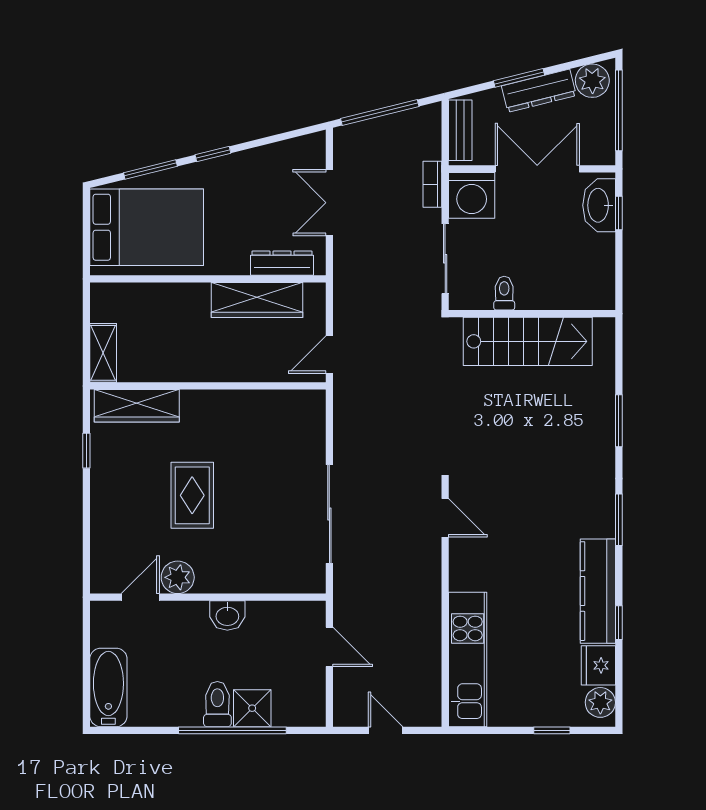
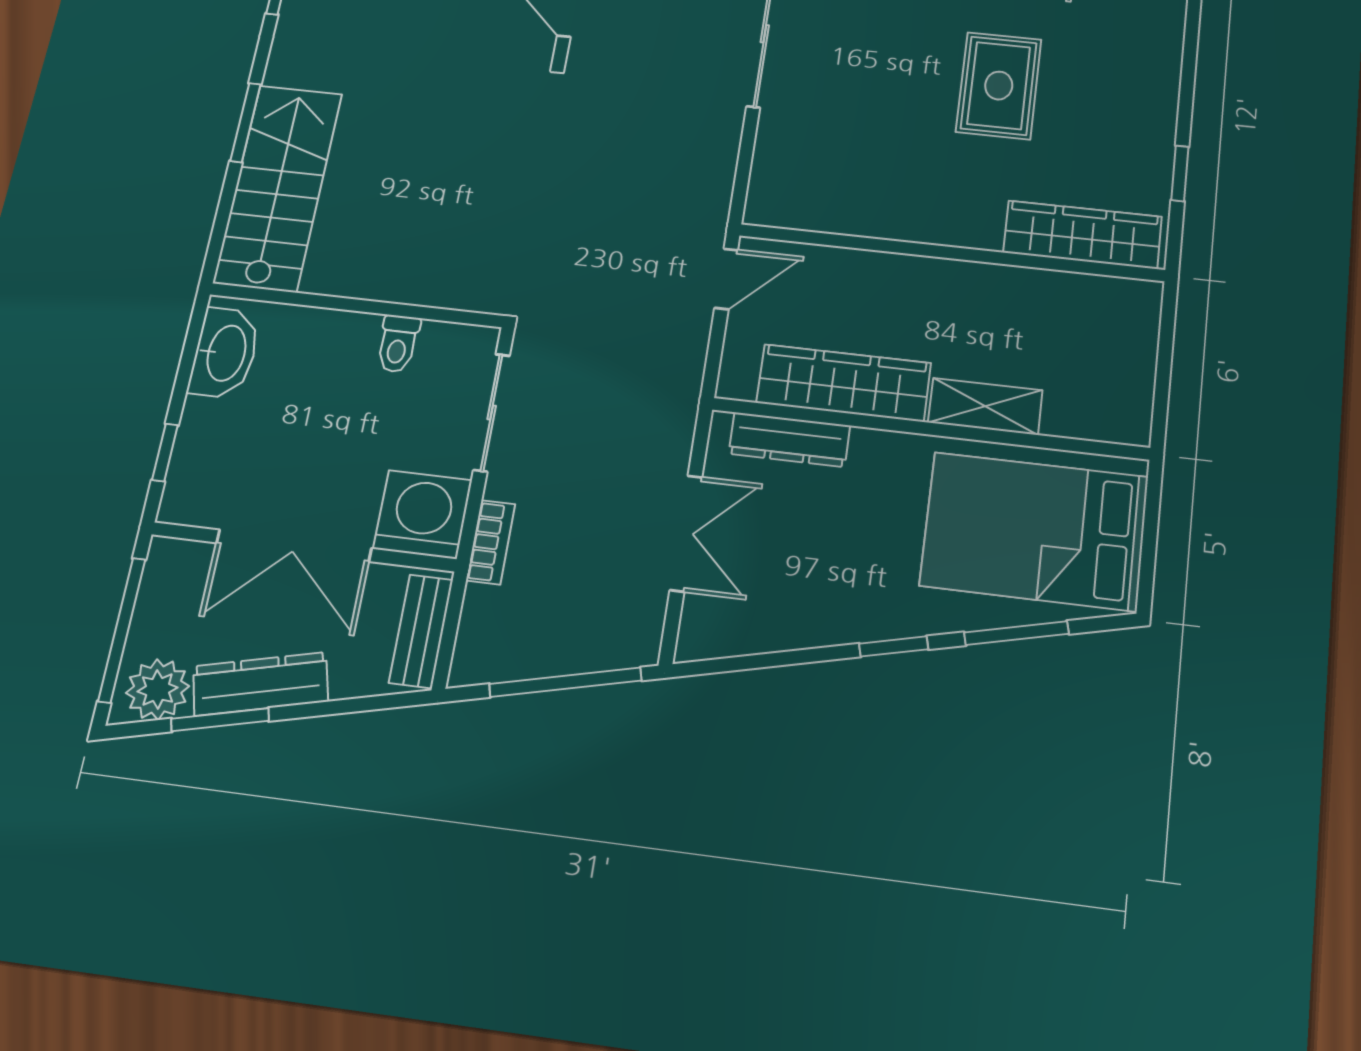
window: (519, 78) -> (220, 720), moved
washbasin: (599, 205) -> (225, 353), moved
stairs: (528, 341) -> (278, 187), moved, turned 90
shelving: (103, 353) -> (985, 406), moved, turned 90

